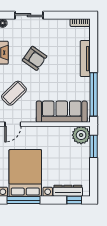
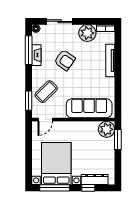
plant: (60, 28) -> (87, 33), added
window: (94, 94) -> (118, 93), removed
window: (74, 200) -> (88, 188), moved

